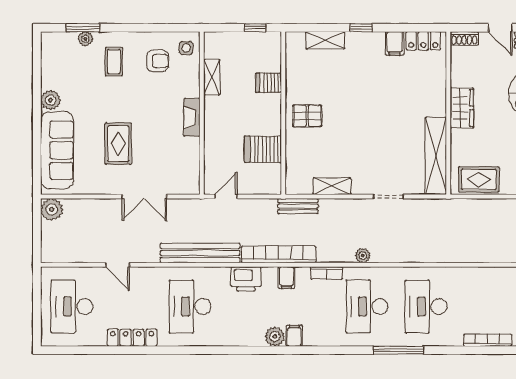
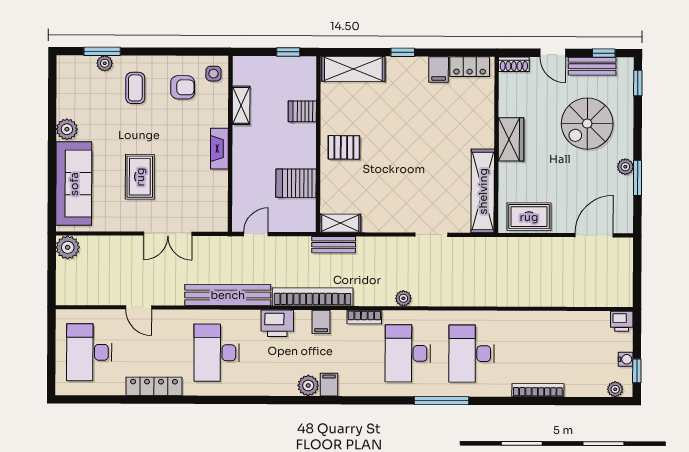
shelving: (325, 40) -> (353, 69), width x1.50, depth x1.33
shelving: (332, 186) -> (340, 223), moved

